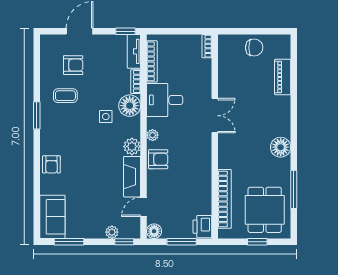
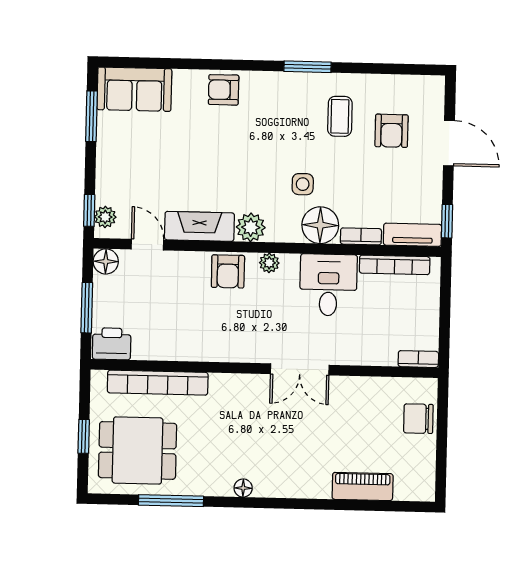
chair: (254, 48) -> (418, 419), moved, turned 90
floor lamp: (281, 147) -> (243, 488), width x0.53, depth x0.53
plant: (112, 232) -> (105, 217), moved

